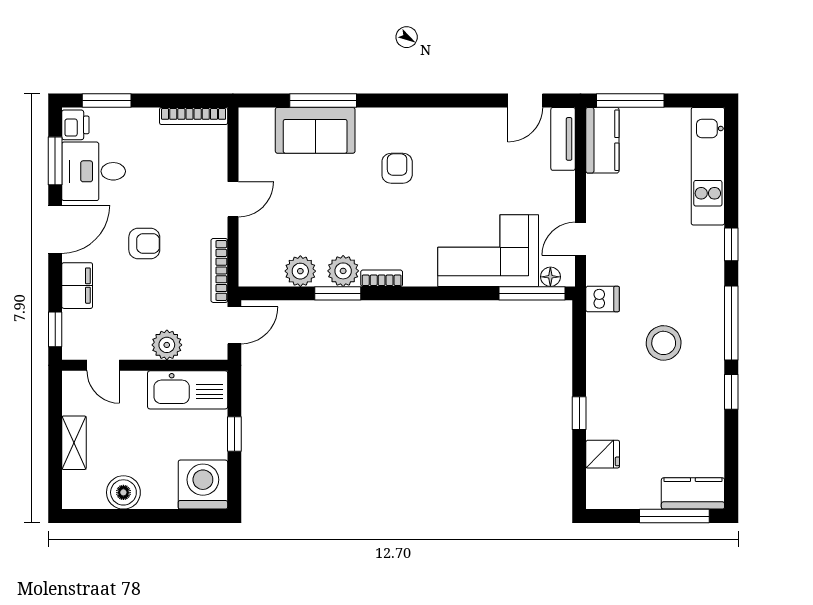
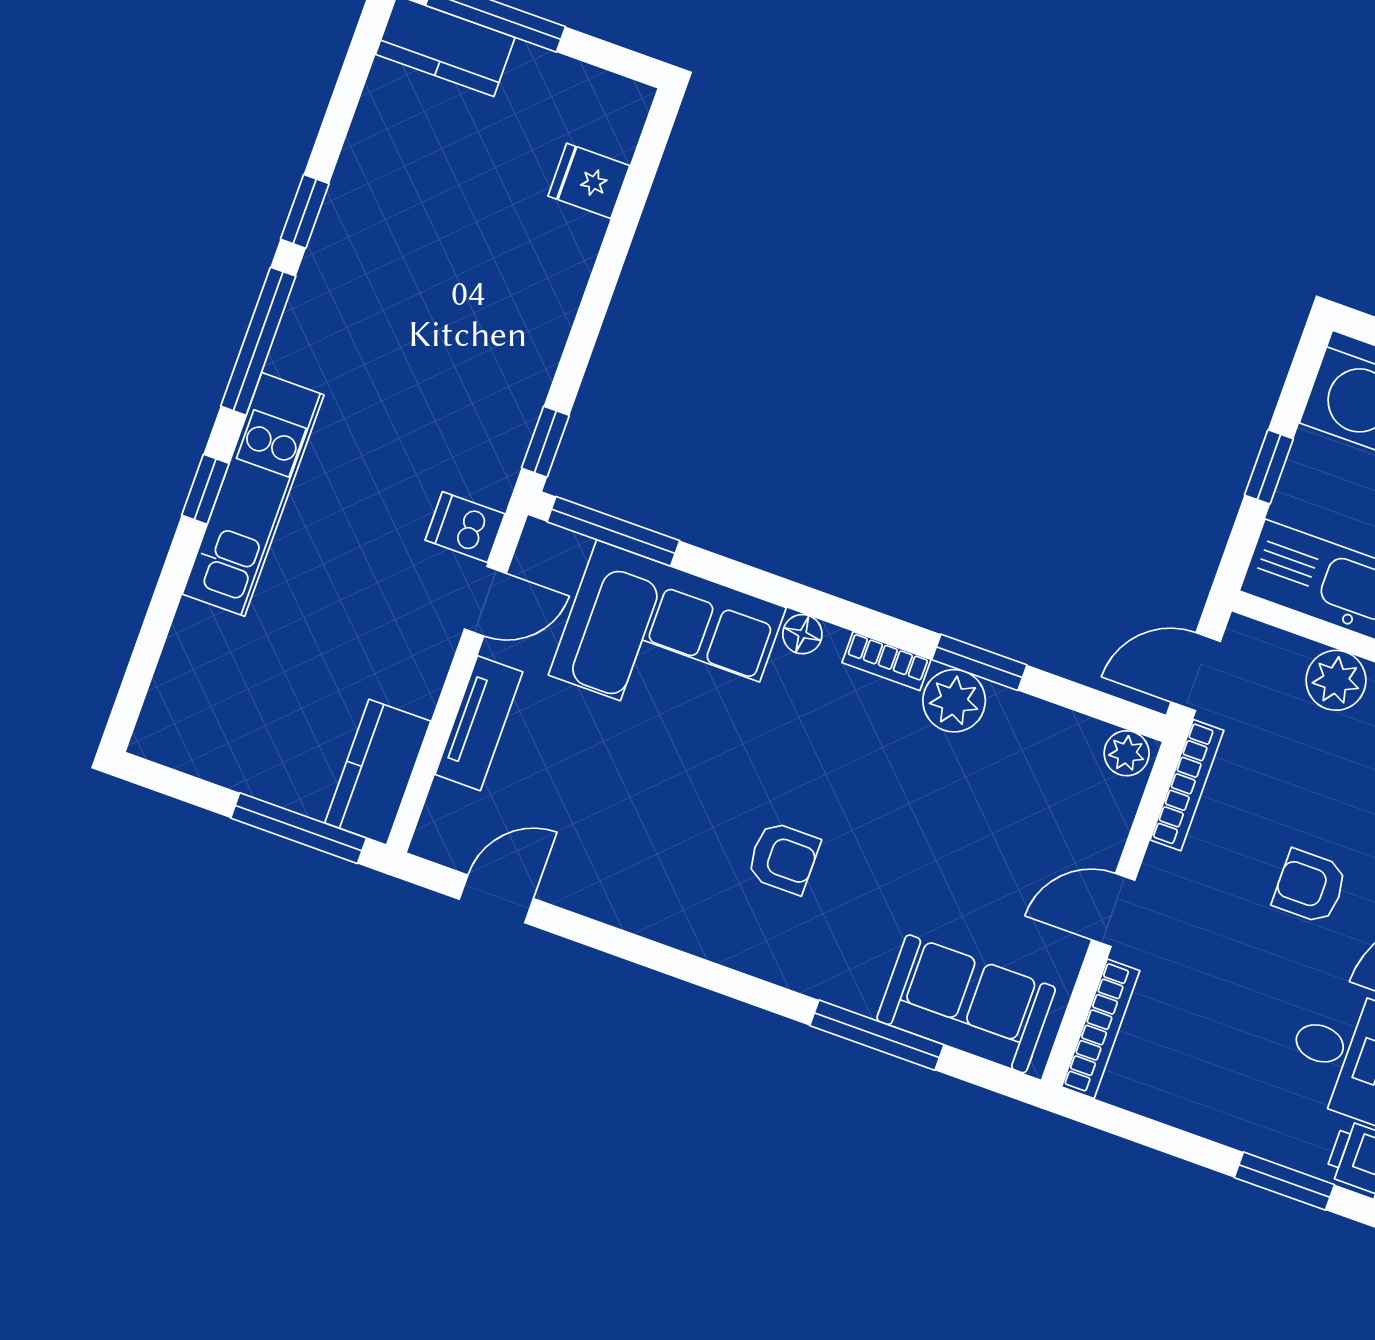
bookcase: (194, 116) -> (1101, 1029), moved, turned 90
sofa: (315, 130) -> (966, 1004), moved
tv unit: (563, 139) -> (479, 723), moved
kitchen unit: (708, 166) -> (253, 494), moved
armchair: (397, 168) -> (783, 858), turned -90
plant: (300, 271) -> (1127, 753), moved, width x0.73, depth x0.73
floor lamp: (550, 277) -> (802, 634), moved
dishwasher: (603, 299) -> (465, 527), moved
stool: (664, 343) -> (399, 349), removed
window: (579, 413) -> (545, 442), moved

